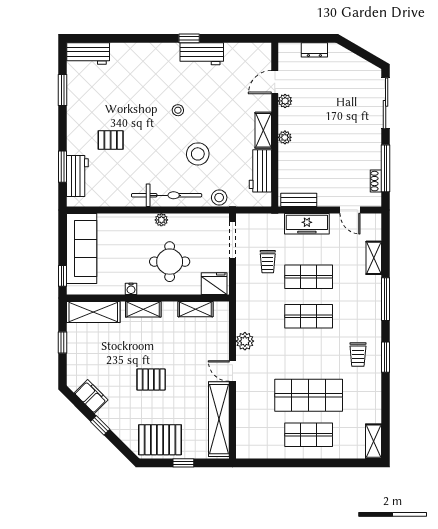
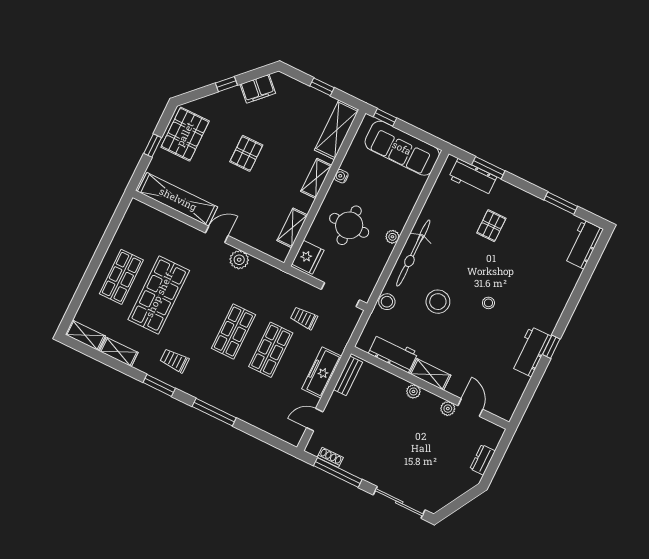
shelving: (374, 258) -> (119, 352), moved

